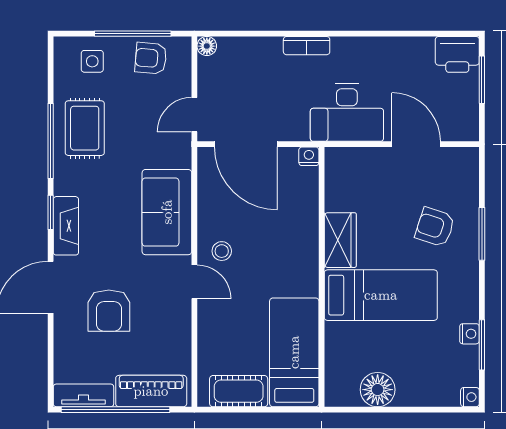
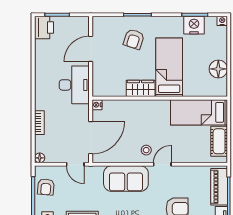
bookcase: (307, 46) -> (39, 123), moved
nightstand: (469, 334) -> (194, 25), width x1.89, depth x1.79

